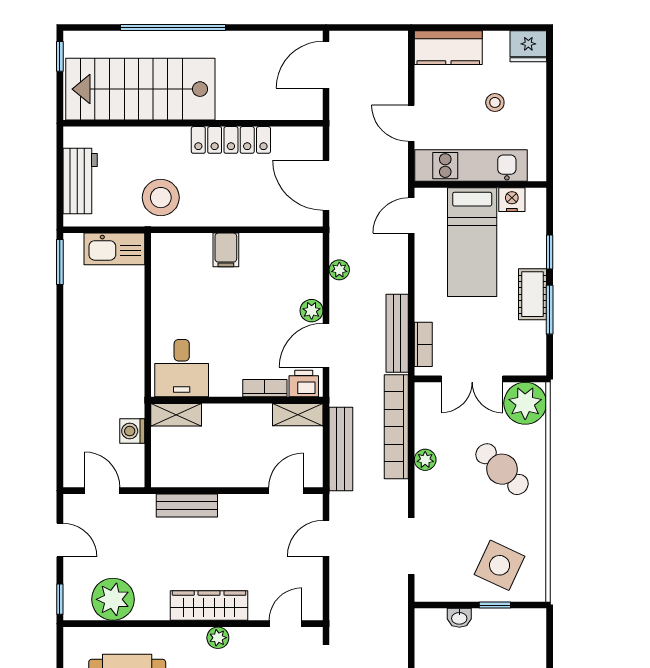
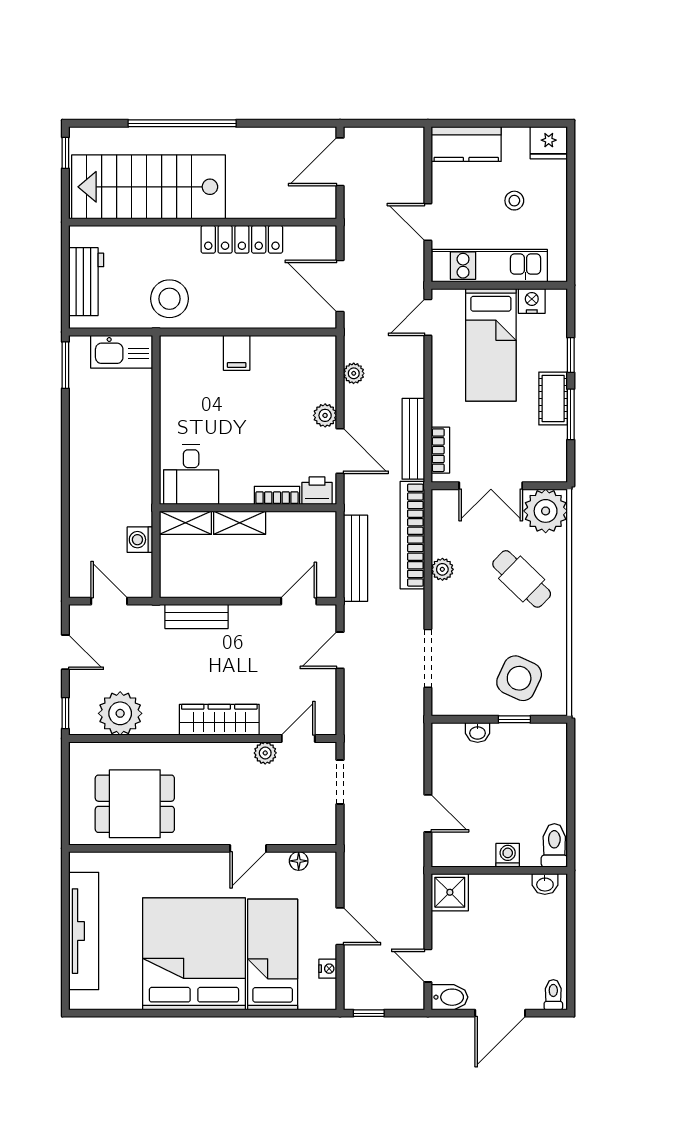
door: (326, 345) -> (340, 451), swing flipped
shelving: (298, 415) -> (240, 523), moved
plant: (218, 638) -> (265, 753), moved

